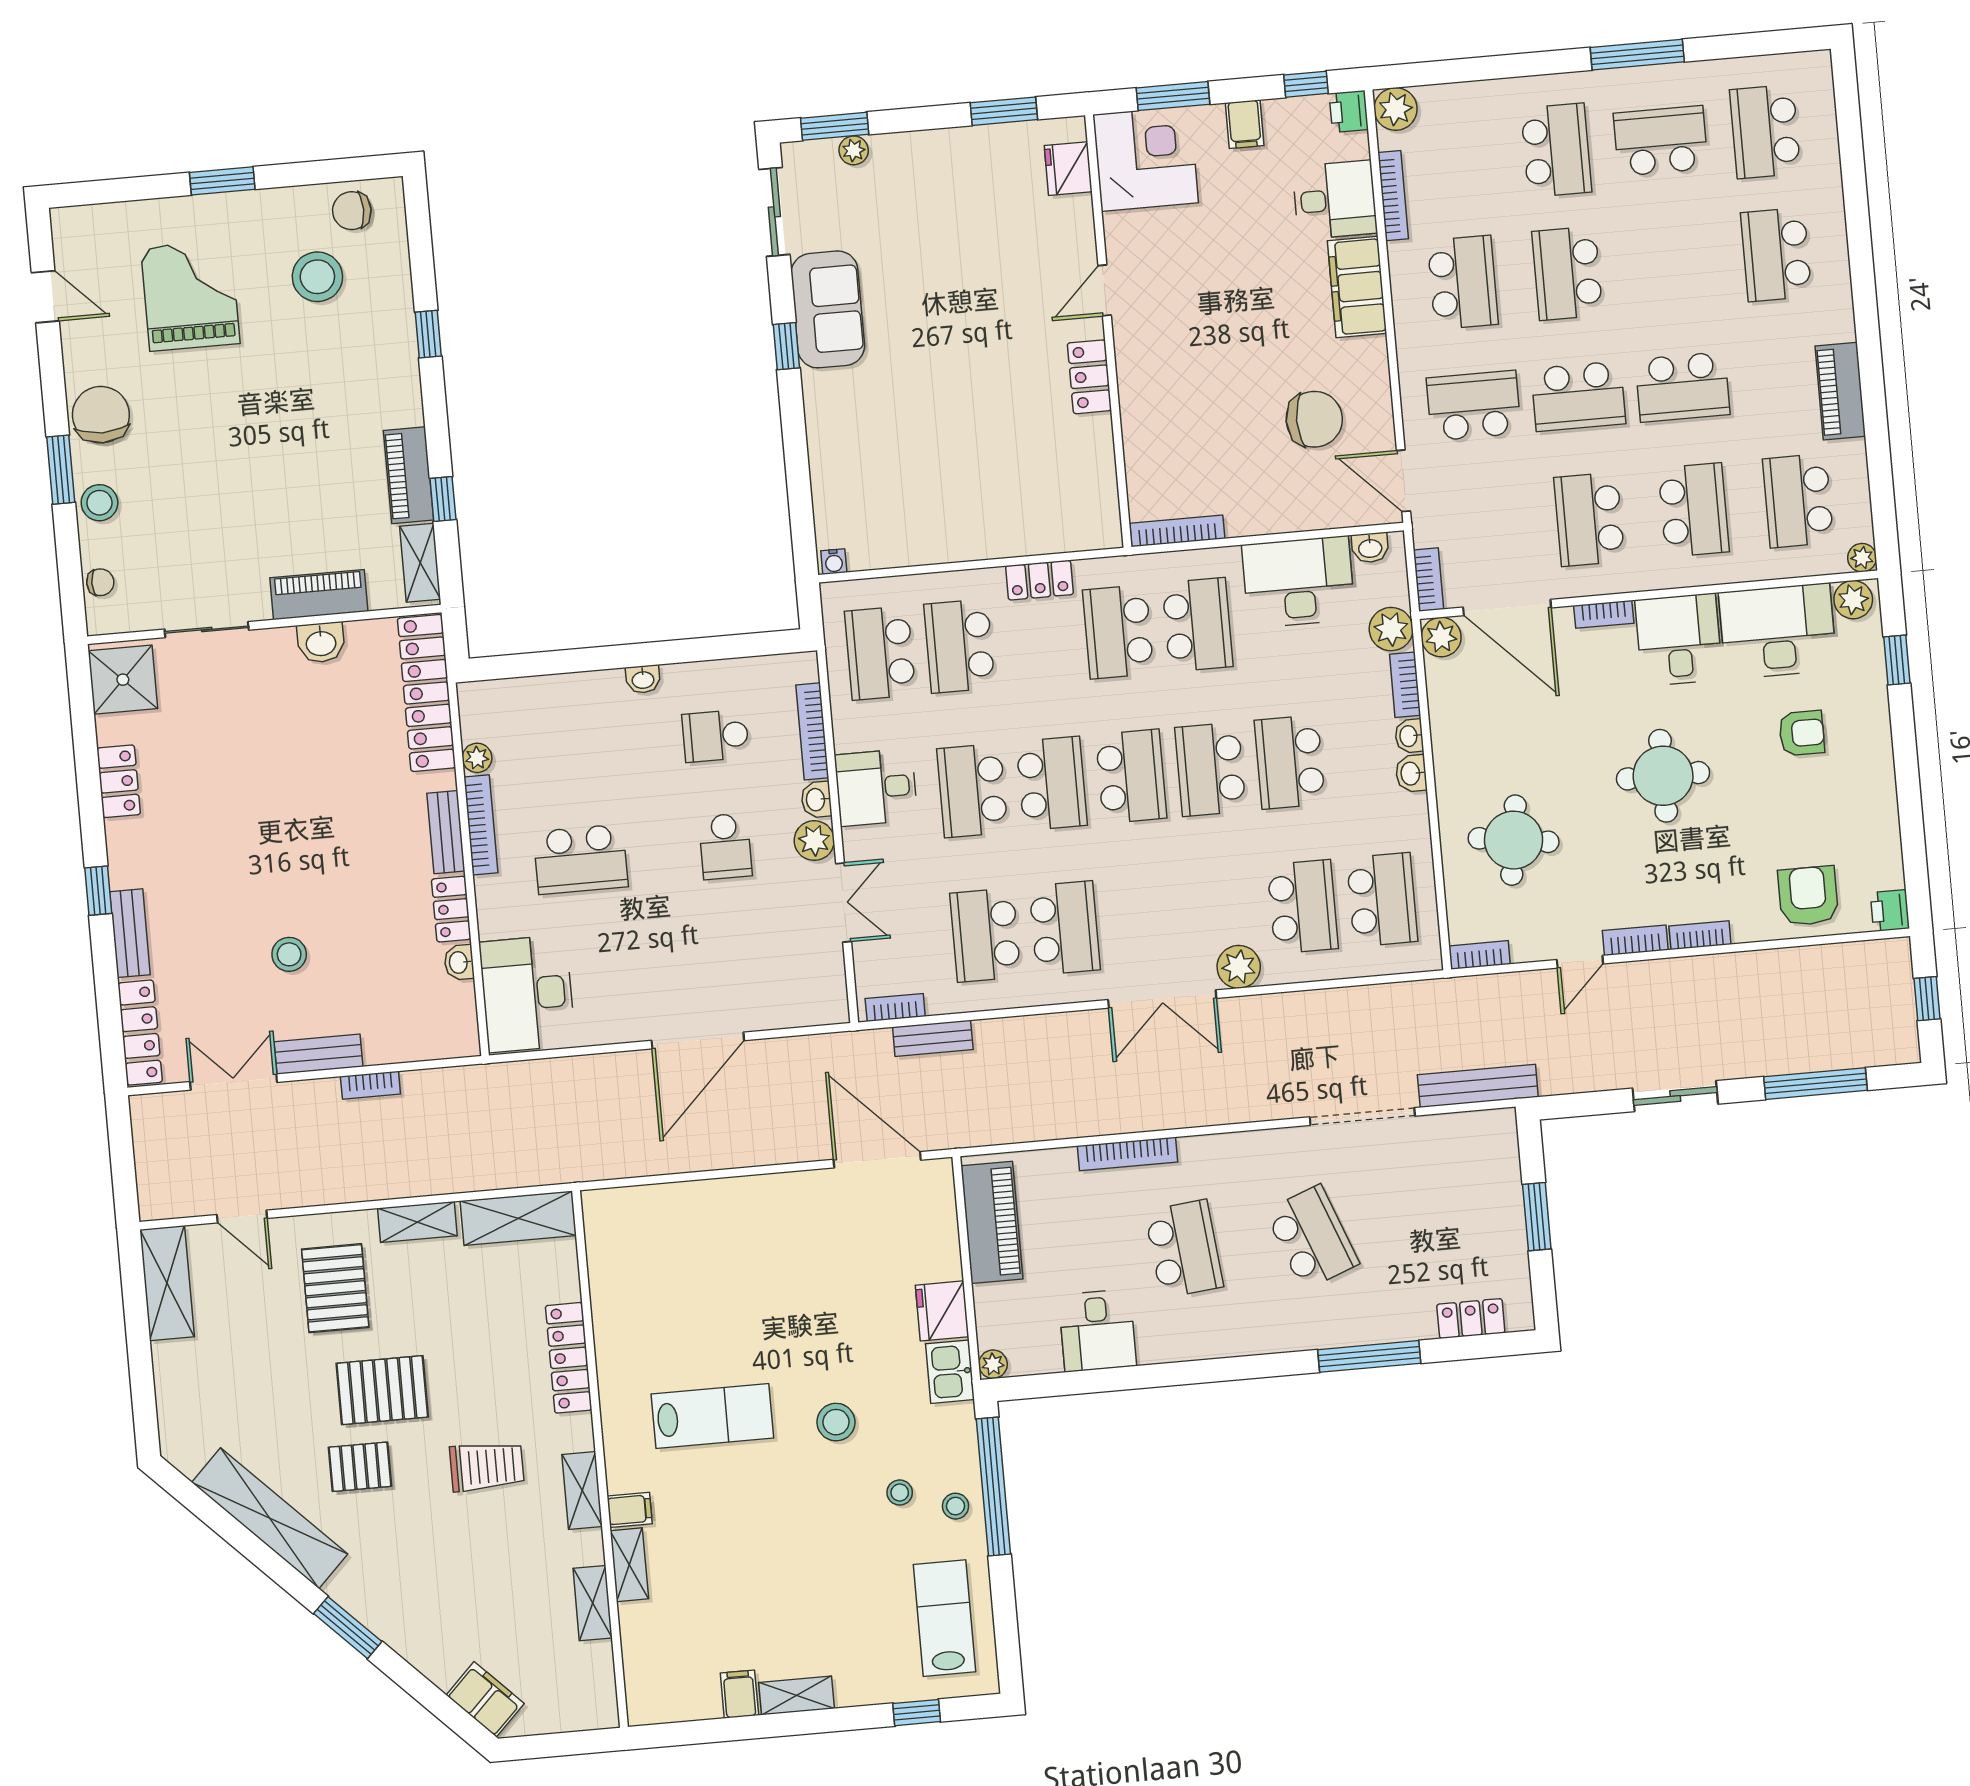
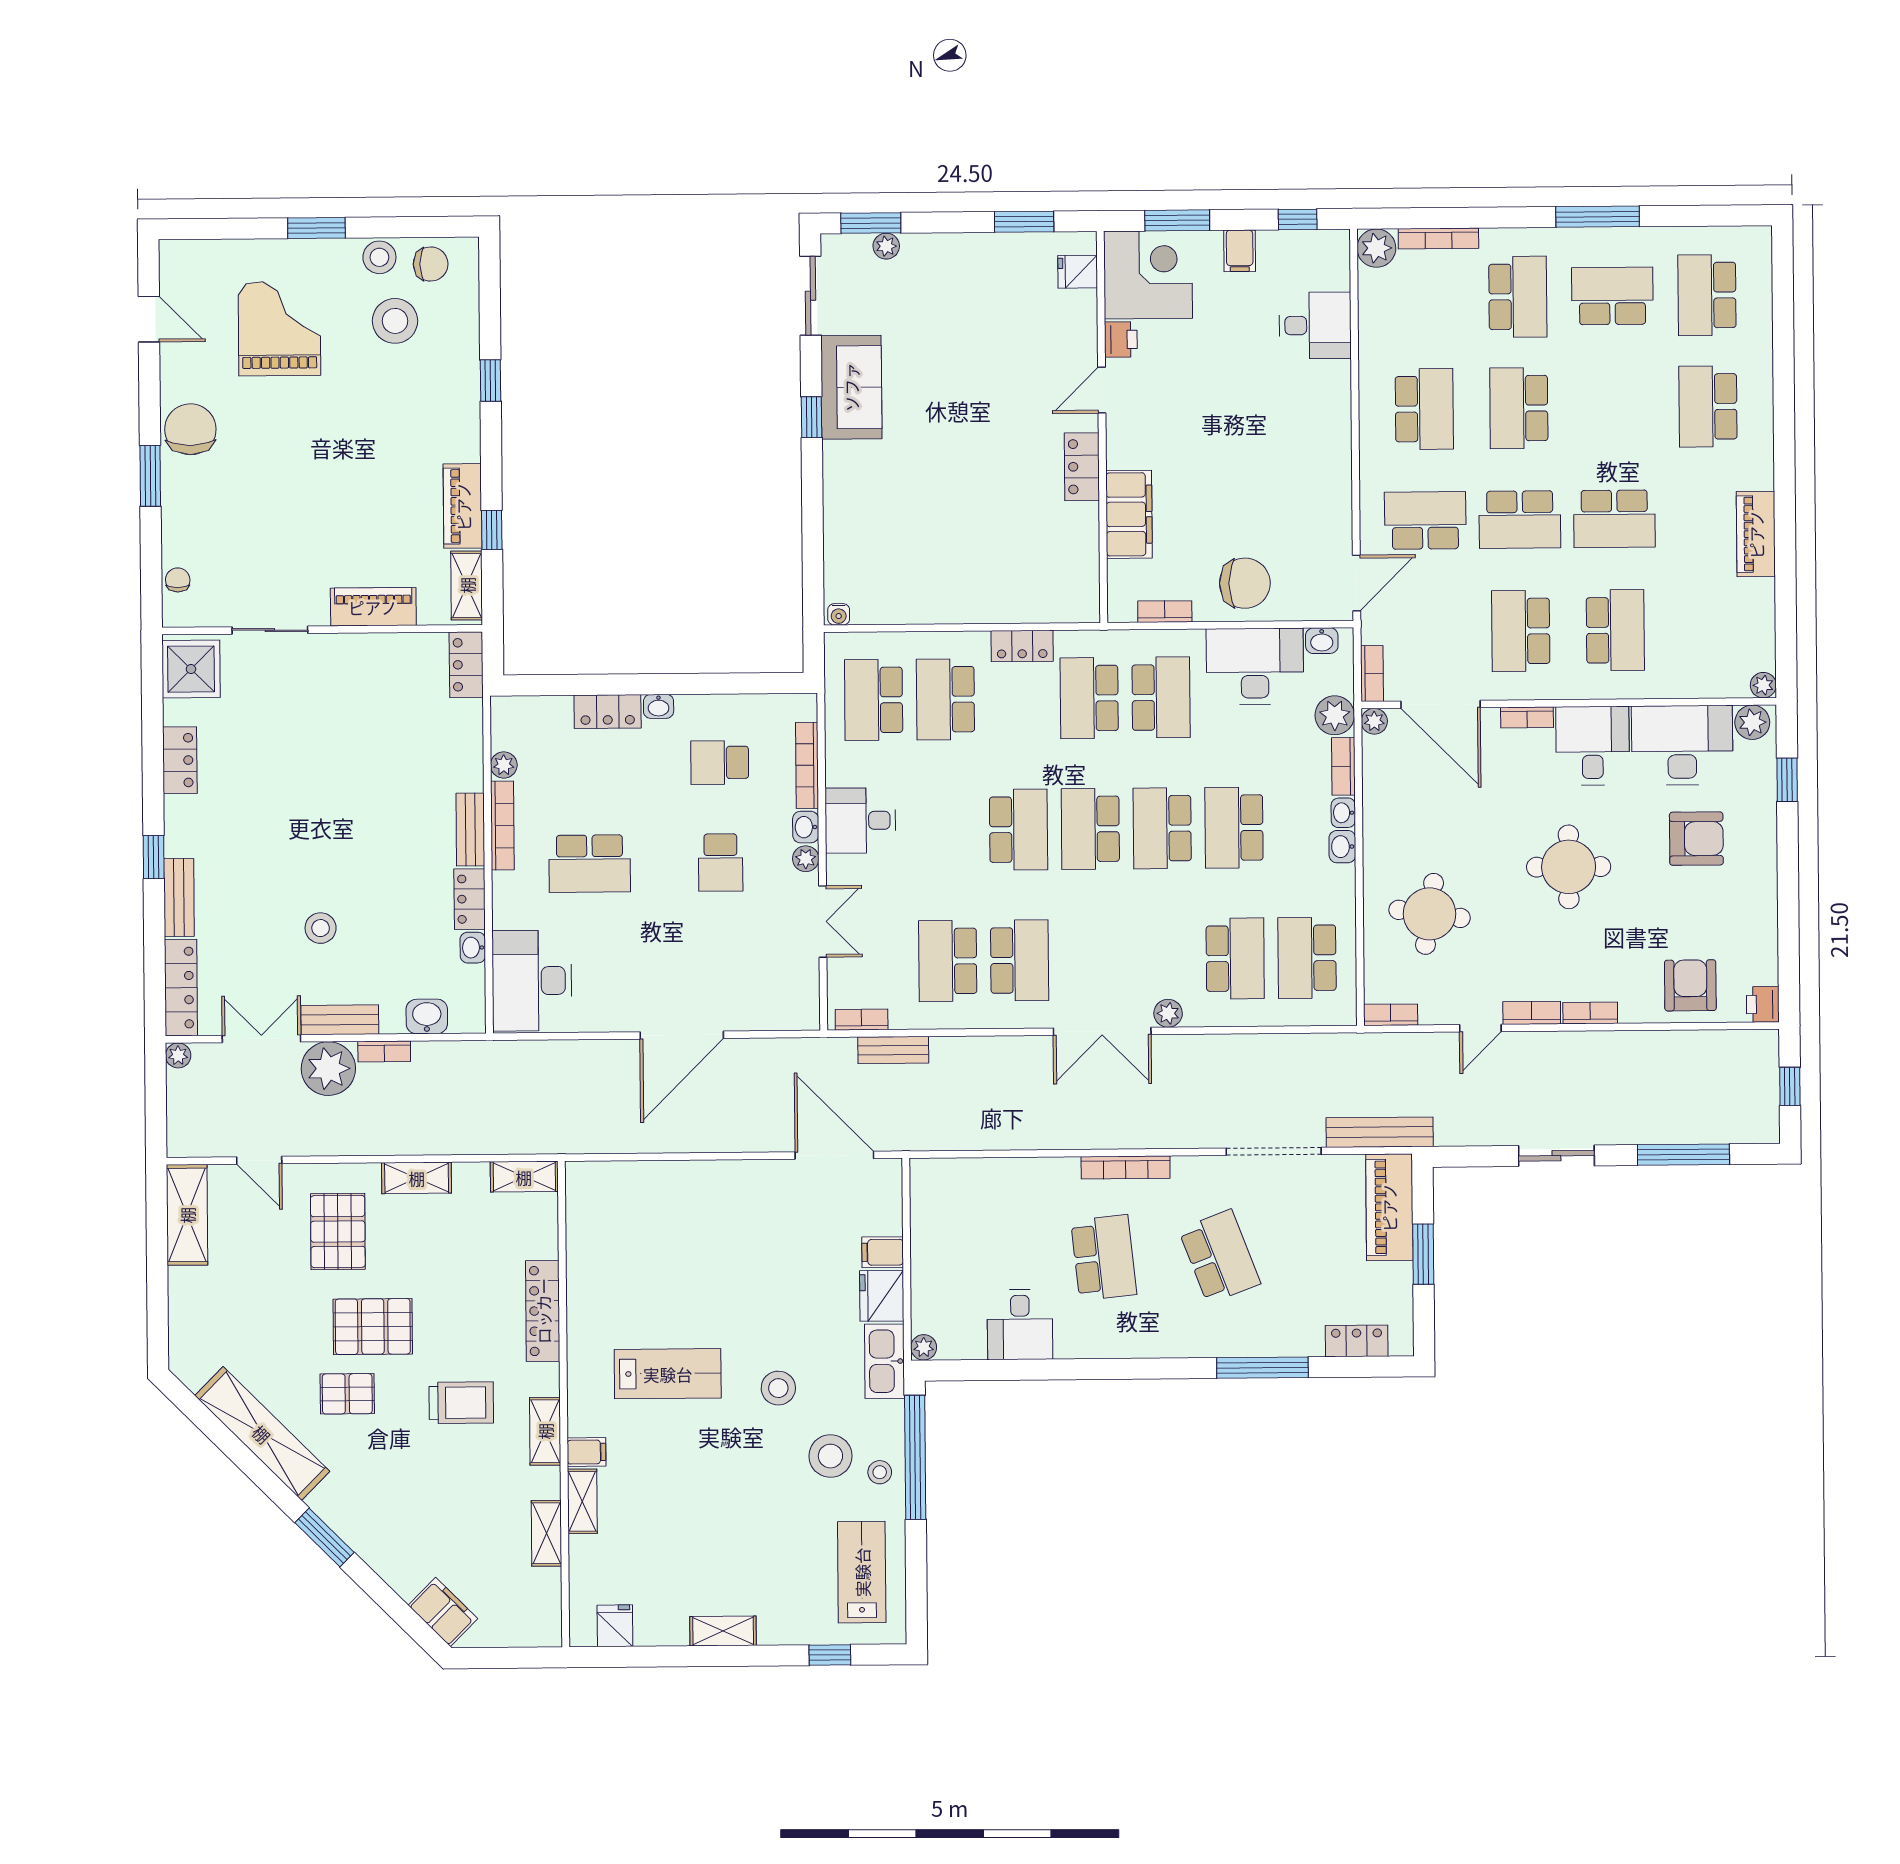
printer: (1349, 111) -> (1121, 339), moved, turned 180
fridge: (1068, 169) -> (1078, 272), width x0.72
bookcase: (1393, 196) -> (1438, 238), moved, turned 90
chair: (352, 211) -> (431, 264), turned 180
filing cabinet: (1357, 287) -> (1129, 514), moved, turned 180
chair: (1314, 419) -> (1245, 583), moved
door: (1403, 481) -> (1357, 583), swing flipped
school desk: (1798, 501) -> (1710, 629), removed
stool: (99, 503) -> (379, 257), moved
bookcase: (1177, 531) -> (1165, 612), width x0.64
chair: (100, 582) -> (178, 580), turned -90
plant: (1441, 637) -> (1374, 721), width x0.73, depth x0.73
washbasin: (321, 643) -> (427, 1016), moved, turned 180
locker: (587, 689) -> (608, 711), added
locker: (427, 693) -> (466, 665), width x0.46, depth x0.83
armchair: (1802, 733) -> (1696, 839), width x1.38, depth x1.38
school desk: (1131, 776) -> (1090, 829), turned 180
school desk: (972, 790) -> (947, 830), removed
plant: (814, 841) -> (806, 859), width x0.73, depth x0.73
school desk: (1382, 900) -> (1307, 958), turned 180
plant: (1239, 967) -> (1168, 1013), width x0.73, depth x0.73
plant: (143, 1108) -> (178, 1055), added
plant: (310, 1109) -> (328, 1069), added
bookcase: (1127, 1154) -> (1126, 1167), moved
shelving: (518, 1218) -> (524, 1177), width x0.67, depth x0.75
piano: (992, 1222) -> (1389, 1207), moved, turned 180
kitchen sink: (950, 1372) -> (885, 1361), width x1.38
stool: (900, 1493) -> (830, 1456), width x1.89, depth x1.89
filing cabinet: (739, 1694) -> (883, 1252), moved, turned -90
fridge: (677, 1699) -> (615, 1626), added

